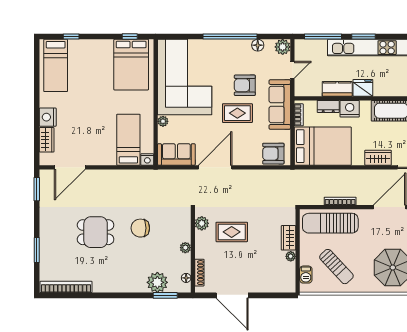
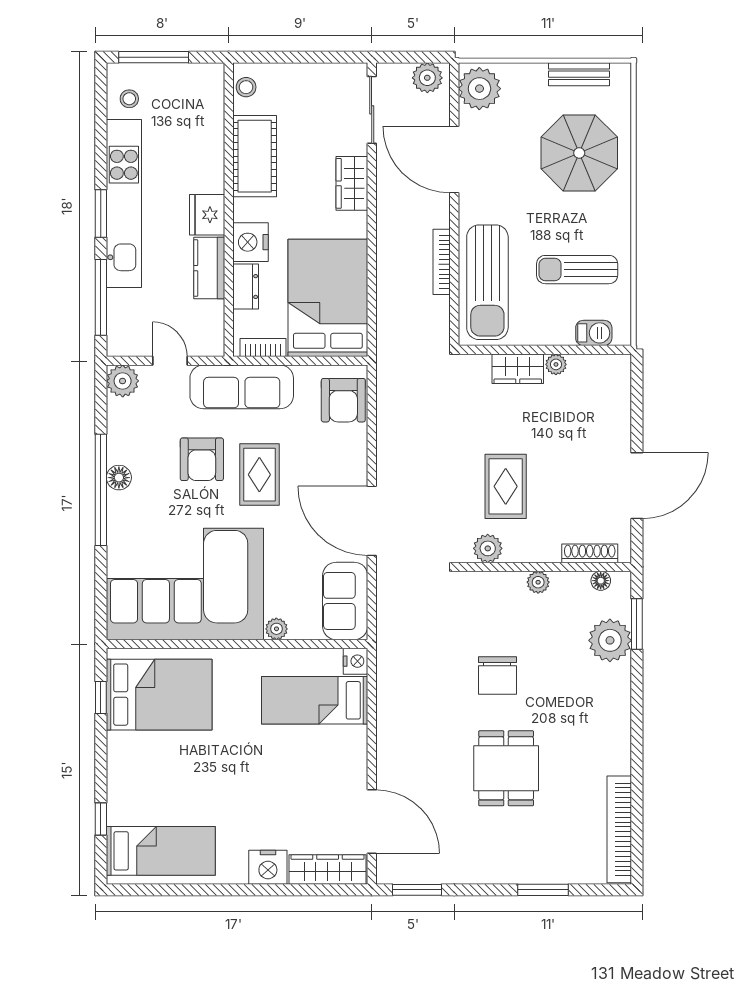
floor lamp: (258, 45) -> (119, 478), moved
wardrobe: (47, 140) -> (328, 870), width x1.50
sun lounger: (336, 267) -> (577, 270), turned -137

